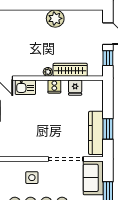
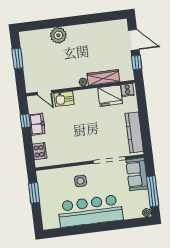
plant: (55, 18) -> (58, 35), moved
cooker: (54, 86) -> (127, 90), moved
fridge: (75, 88) -> (110, 96), width x1.88, depth x1.34
window: (108, 129) -> (145, 127), removed

